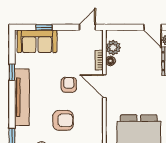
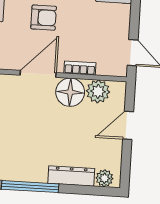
door: (153, 27) -> (128, 125), moved
floor lamp: (111, 61) -> (70, 92), width x1.89, depth x1.89

